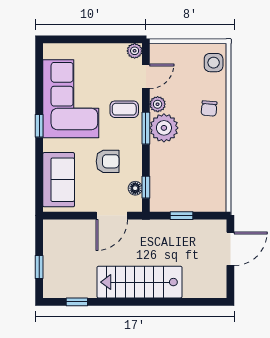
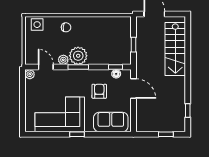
coffee table: (124, 109) -> (66, 81), removed
stairs: (139, 282) -> (175, 49), moved

